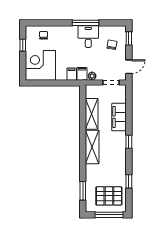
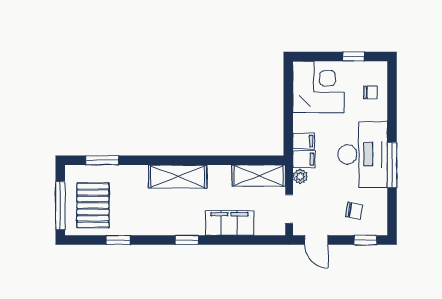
desk: (88, 37) -> (363, 154), width x1.87, depth x1.30
shelving: (92, 114) -> (259, 176), moved

